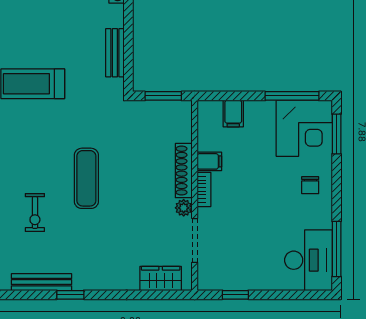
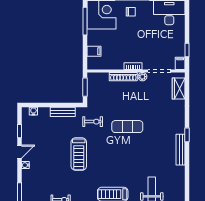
filing cabinet: (209, 161) -> (180, 63), moved
exercise bike: (35, 213) -> (93, 122), moved

